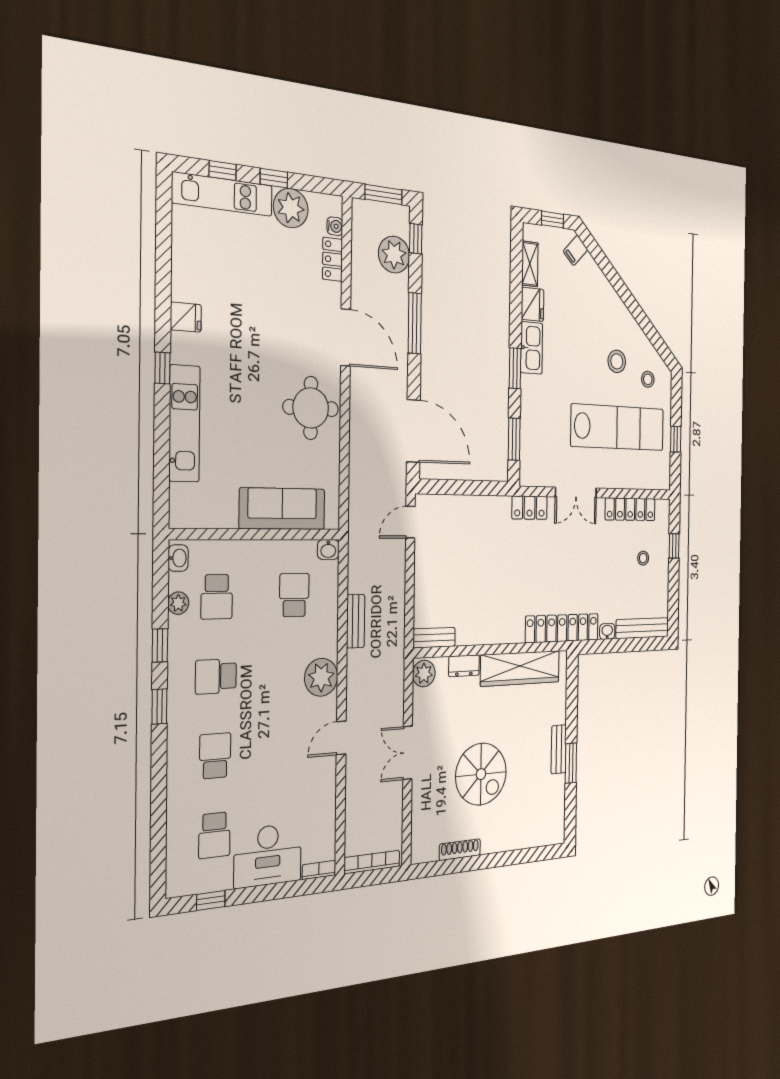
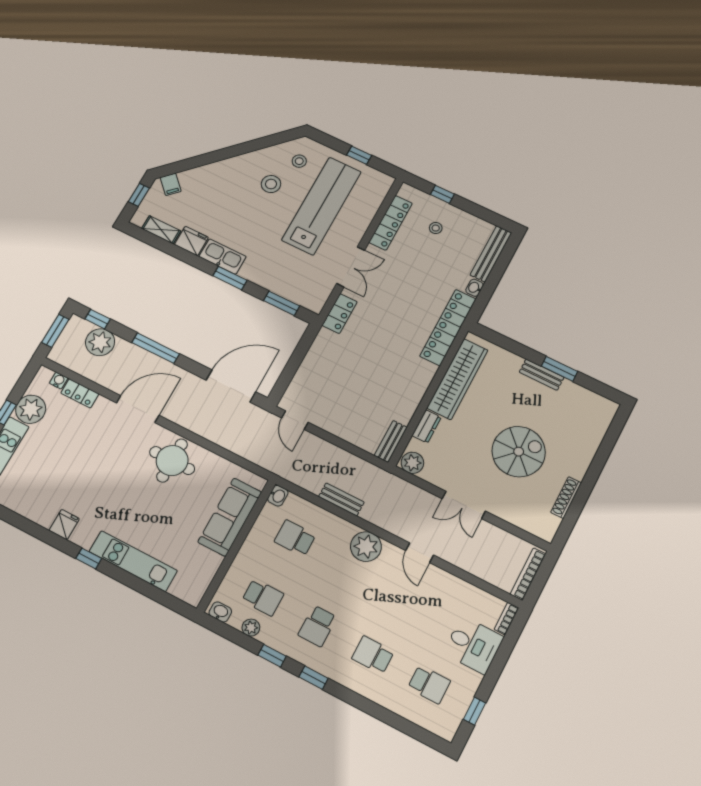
desk: (268, 855) -> (473, 645), width x0.73

